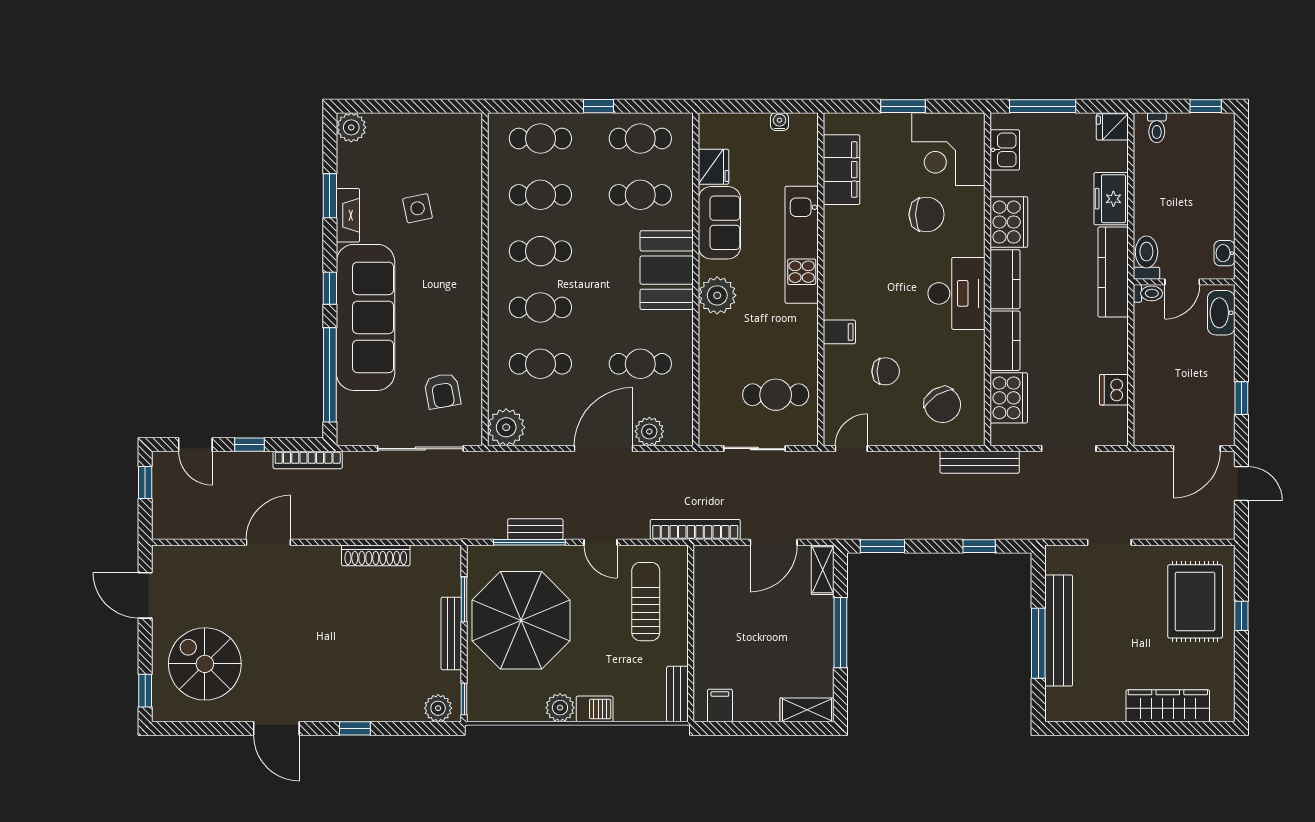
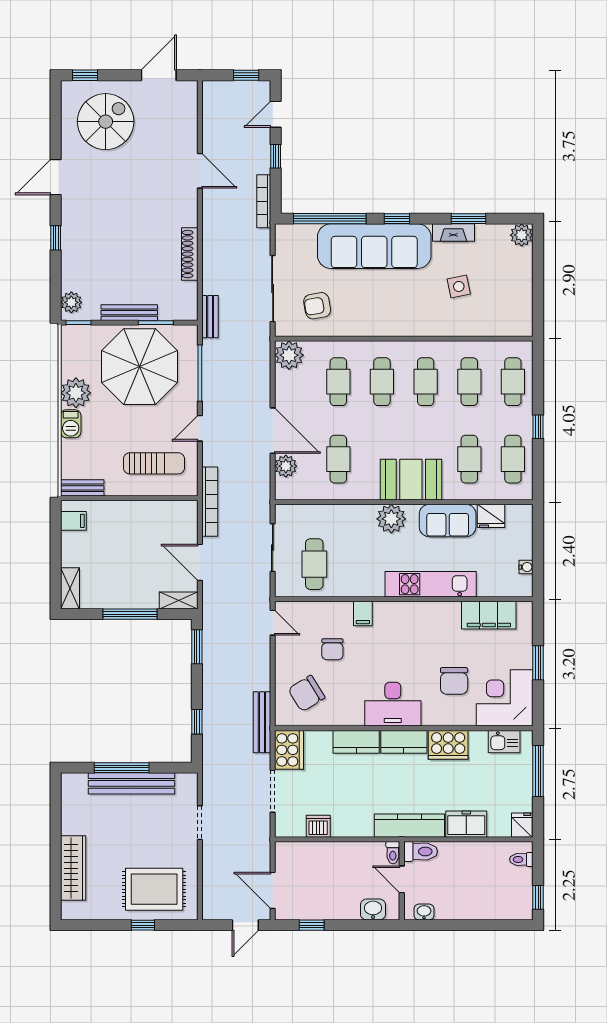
washbasin: (1221, 313) -> (373, 909), width x0.72
cooker: (1009, 398) -> (289, 750), moved, turned -90
bench: (535, 529) -> (210, 317), moved
plant: (560, 708) -> (76, 393), width x1.36, depth x1.36

